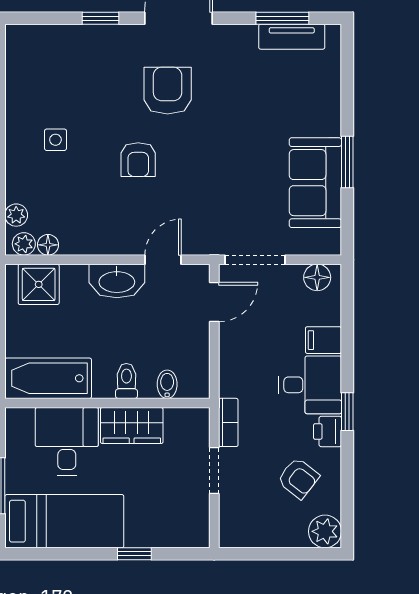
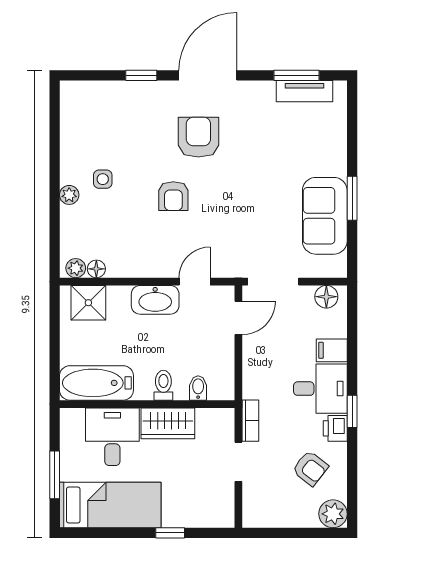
plant: (16, 215) -> (69, 195), moved

